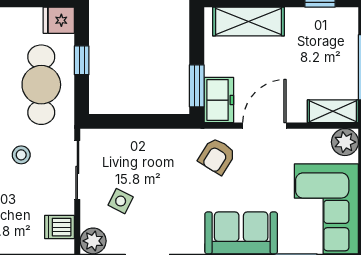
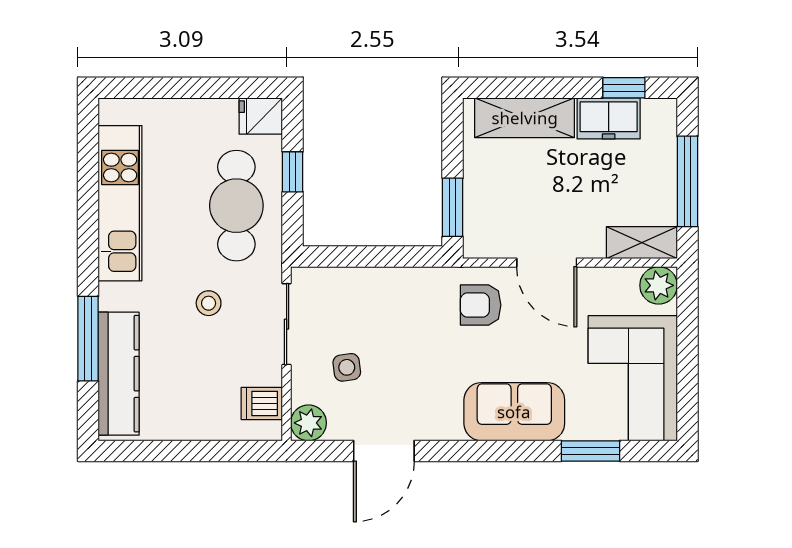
freezer: (219, 100) -> (609, 118), moved, turned 90
door: (264, 126) -> (547, 263), swing flipped
armchair: (217, 156) -> (481, 305), turned 58
side table: (121, 201) -> (347, 367), turned -35

